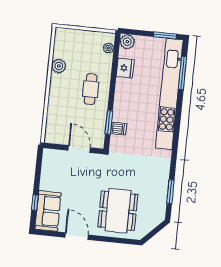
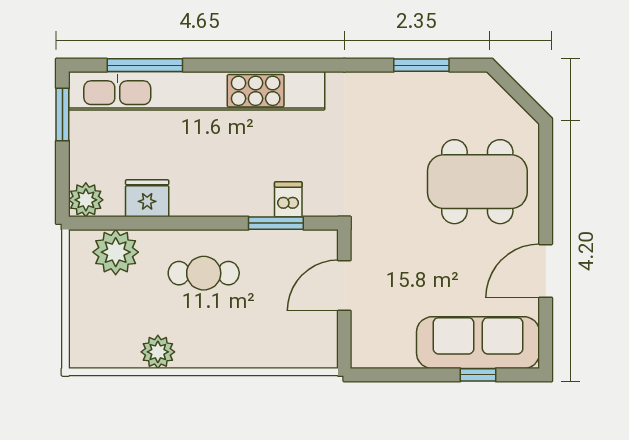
plant: (108, 48) -> (116, 252), width x1.87, depth x1.87
sofa: (48, 211) -> (478, 343), width x1.36

